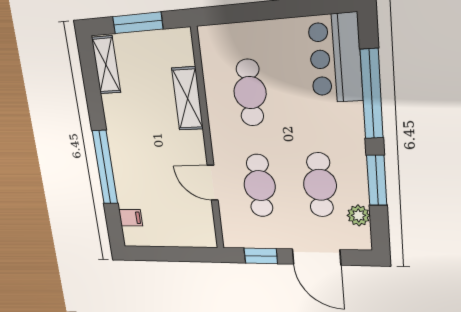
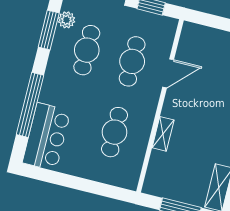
shelving: (188, 99) -> (163, 134), width x0.67, depth x0.75
window: (377, 180) -> (49, 30), moved
door: (213, 183) -> (168, 73), hinge flipped

